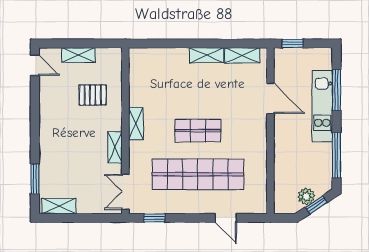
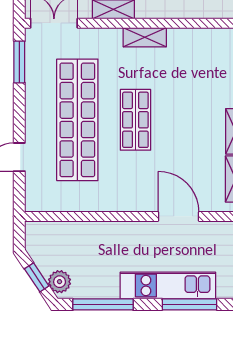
door: (270, 98) -> (178, 216), swing flipped
plant: (306, 196) -> (60, 282), moved
window: (154, 218) -> (19, 62), width x1.50

